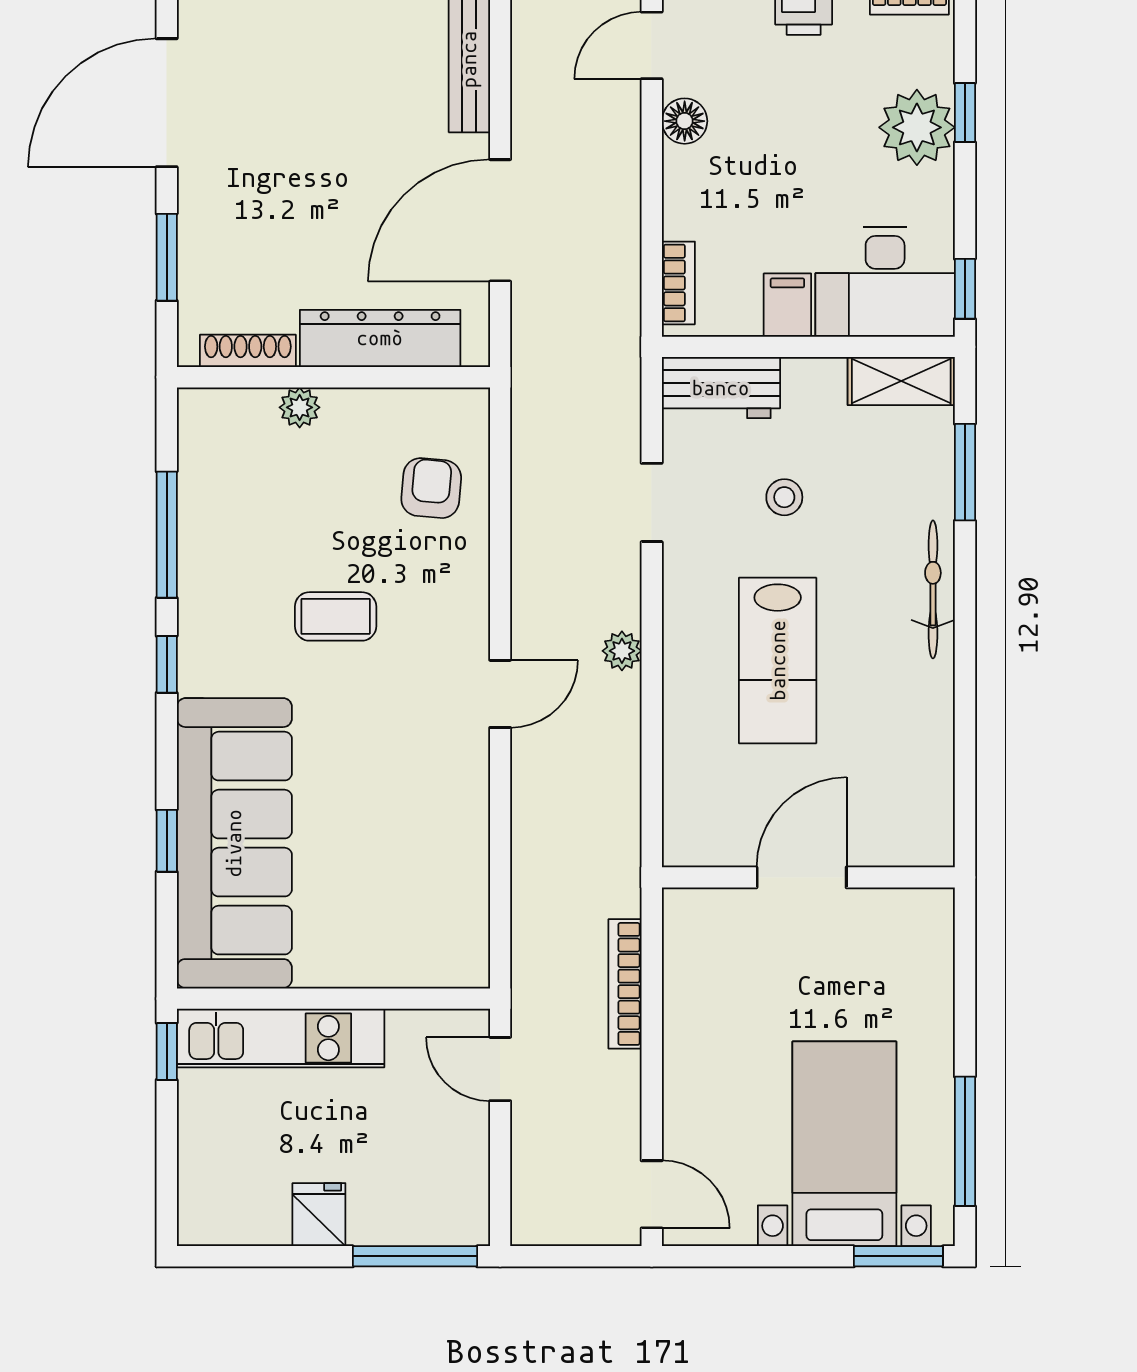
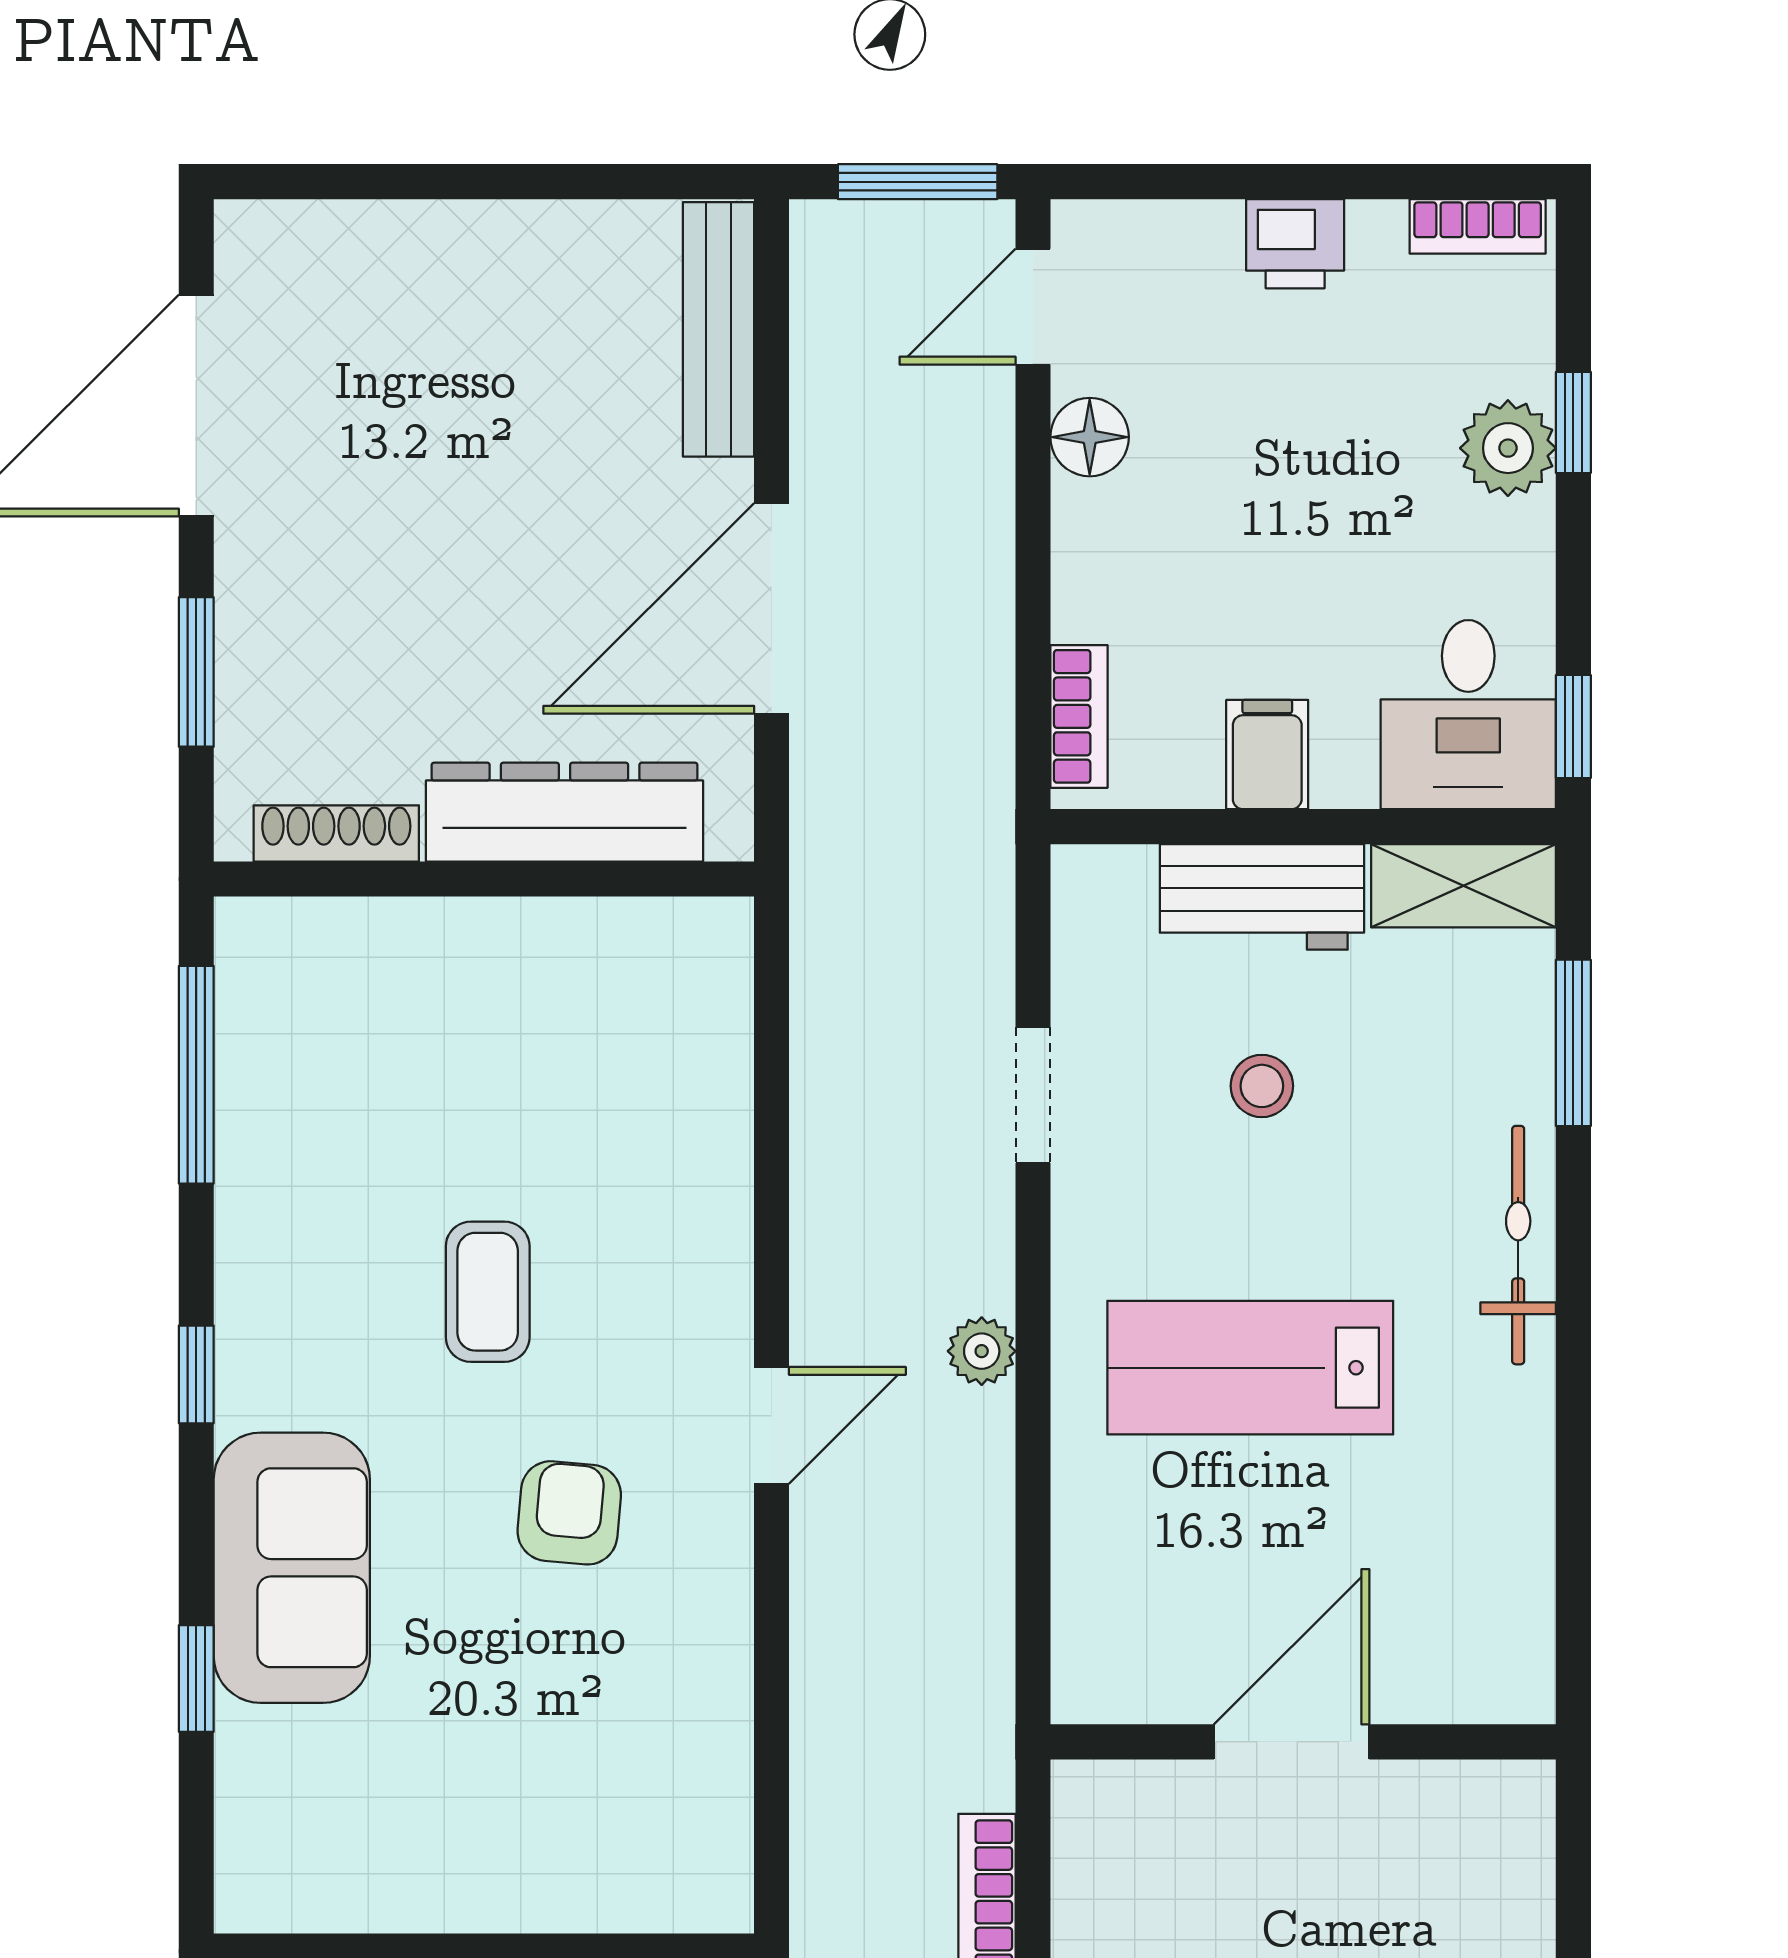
plant: (917, 127) -> (1508, 448), width x0.73, depth x0.73
desk: (885, 282) -> (1468, 715), width x0.73
workbench: (721, 388) -> (1262, 897), moved
plant: (300, 407) -> (426, 931), removed
armchair: (431, 488) -> (569, 1513), moved
window: (167, 535) -> (196, 1075), moved
coffee table: (336, 616) -> (488, 1292), turned 90
lab bench: (778, 660) -> (1250, 1368), turned 90
sofa: (234, 843) -> (292, 1568), width x0.54, depth x0.79

